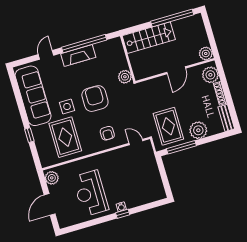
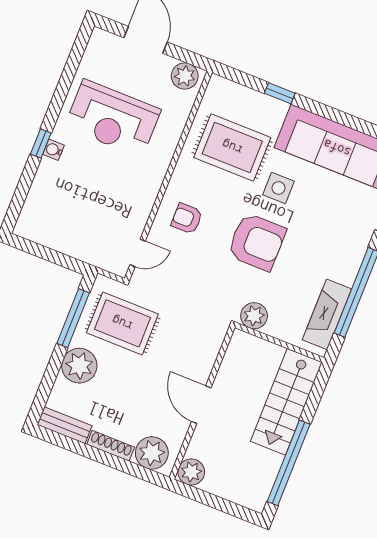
fireplace: (78, 55) -> (327, 314), moved
reception desk: (91, 193) -> (113, 118), turned 180

